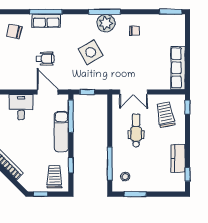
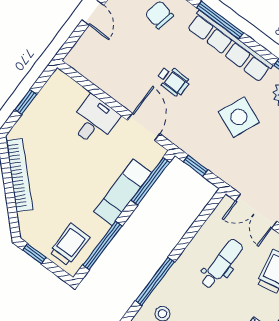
row of seats: (46, 21) -> (230, 46), width x2.02
side table: (91, 52) -> (239, 117), turned -37
window: (71, 165) -> (102, 245), width x2.17

